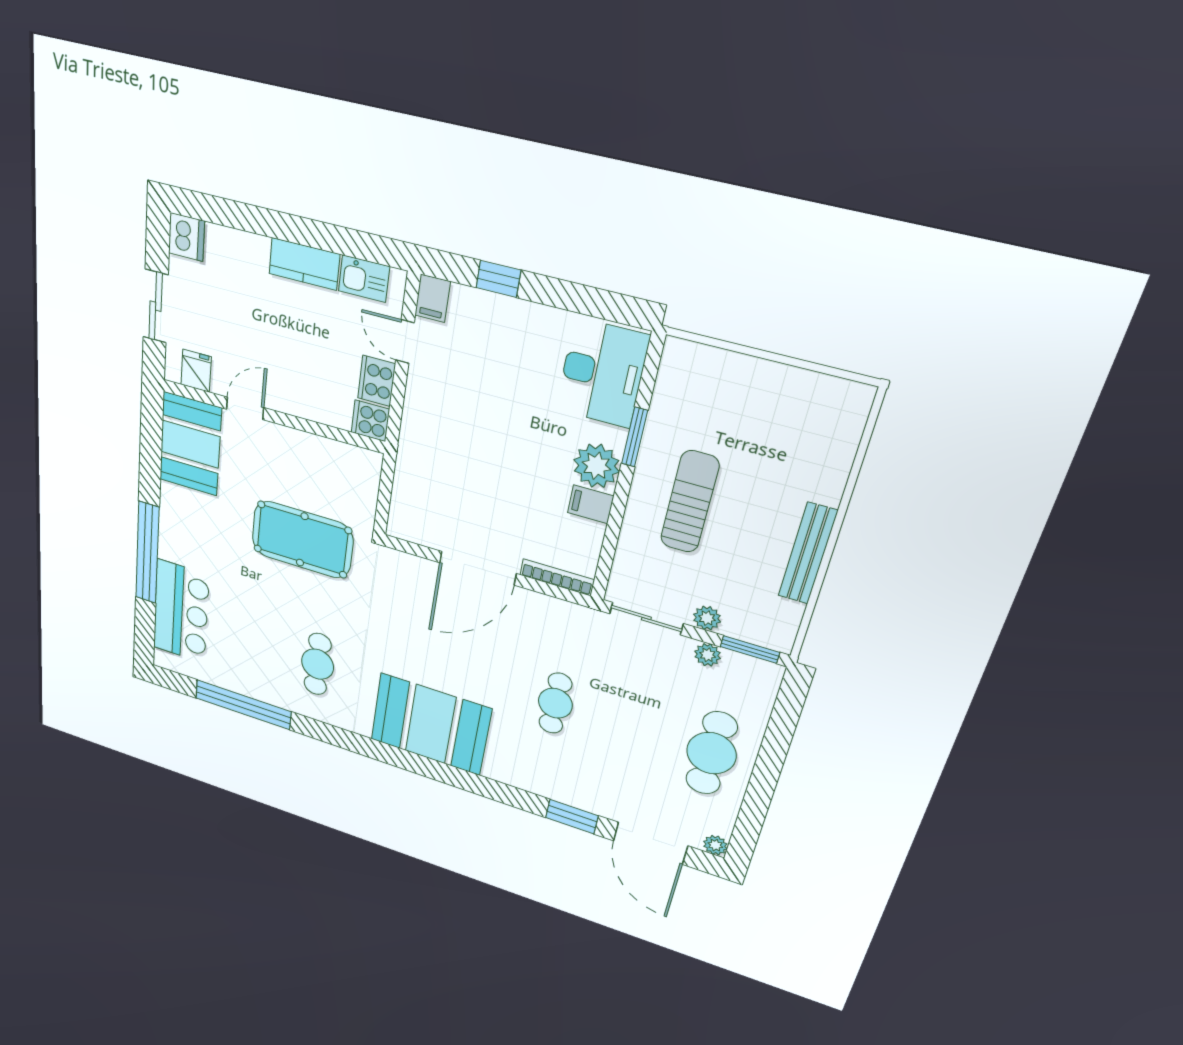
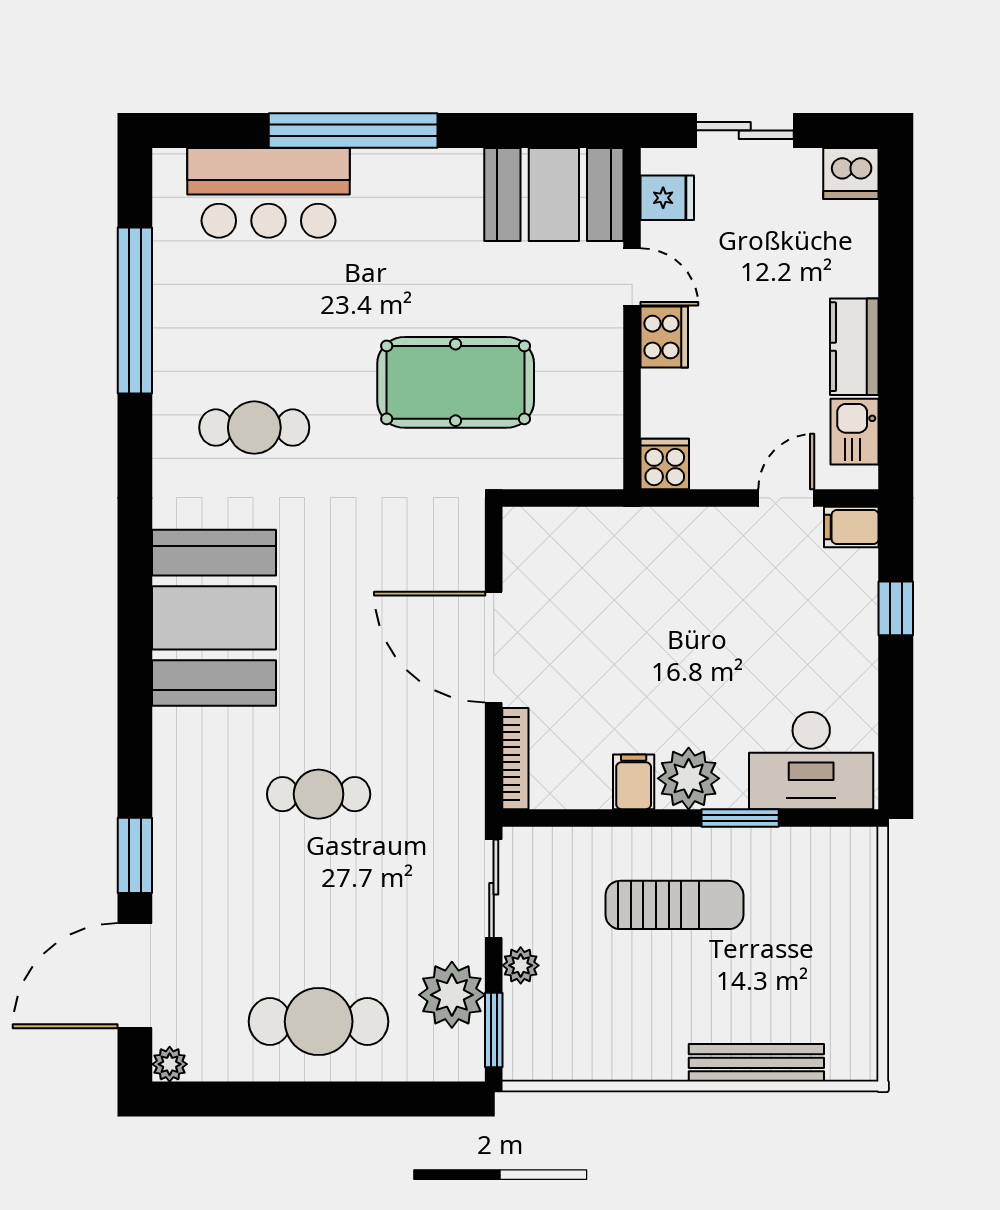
cooker: (377, 381) -> (664, 337), moved, turned 90
pool table: (302, 540) -> (456, 382), turned 90
bench: (808, 554) -> (756, 1063), moved
plant: (708, 655) -> (452, 995), width x1.88, depth x1.88

